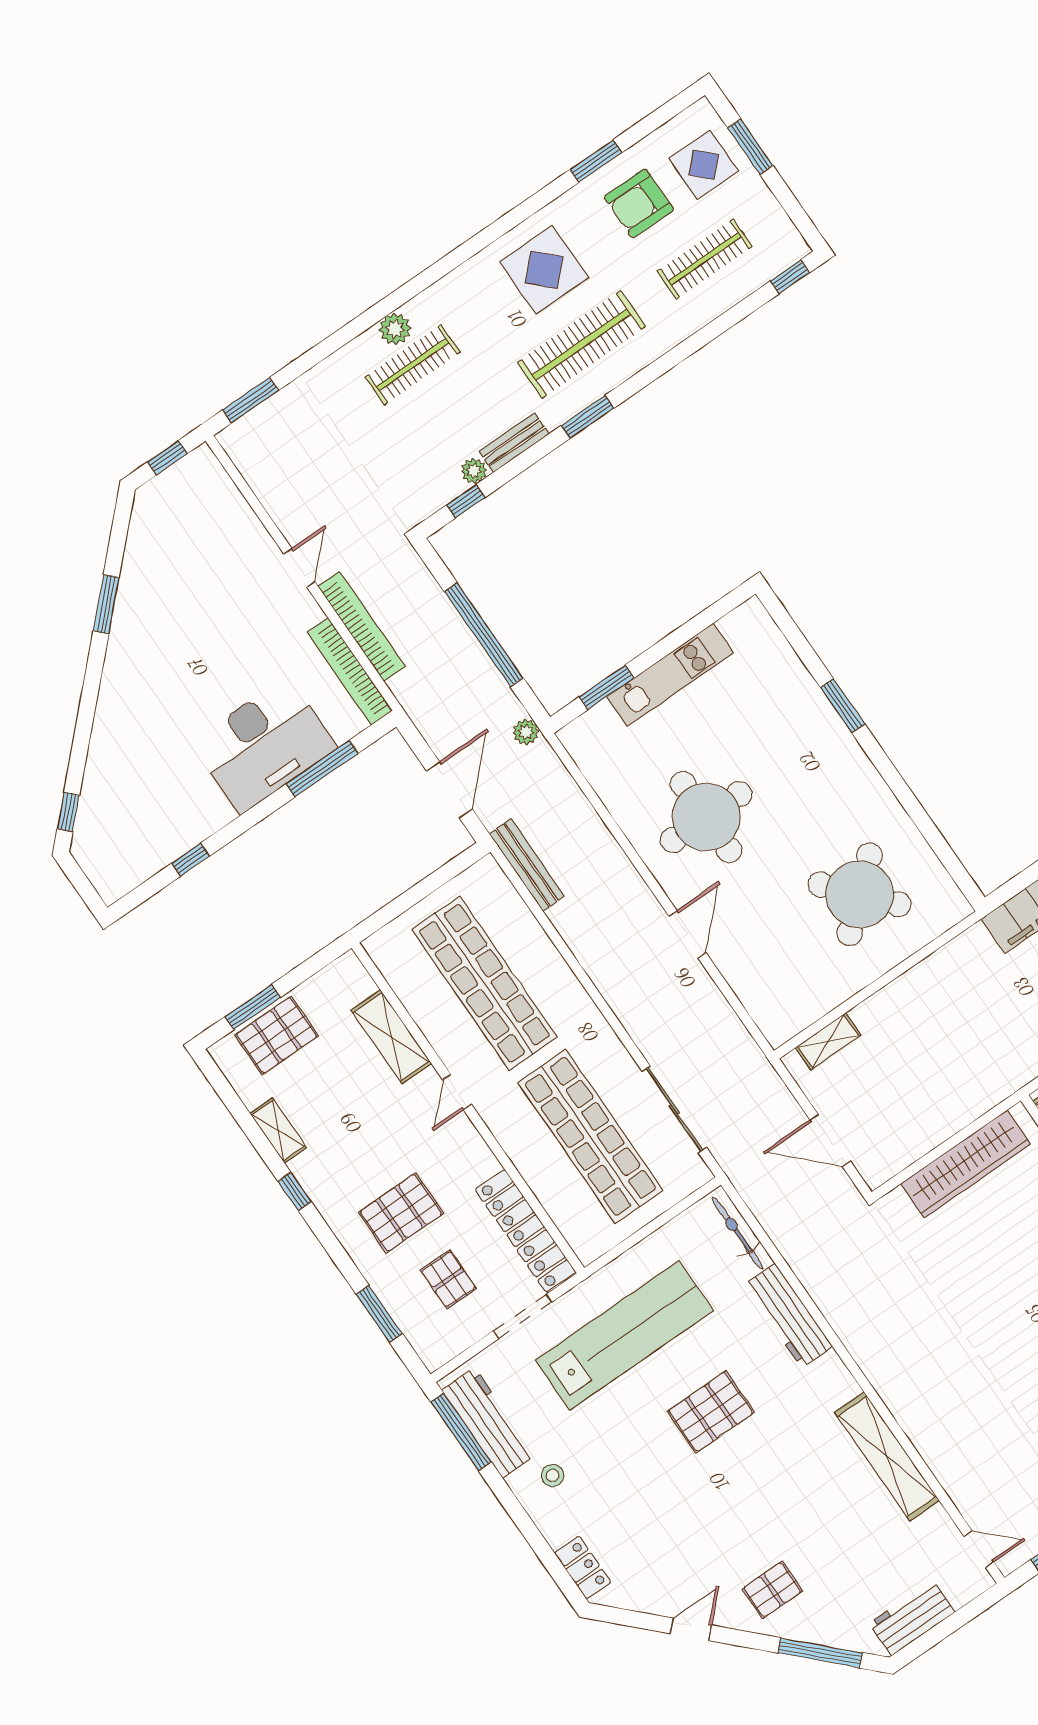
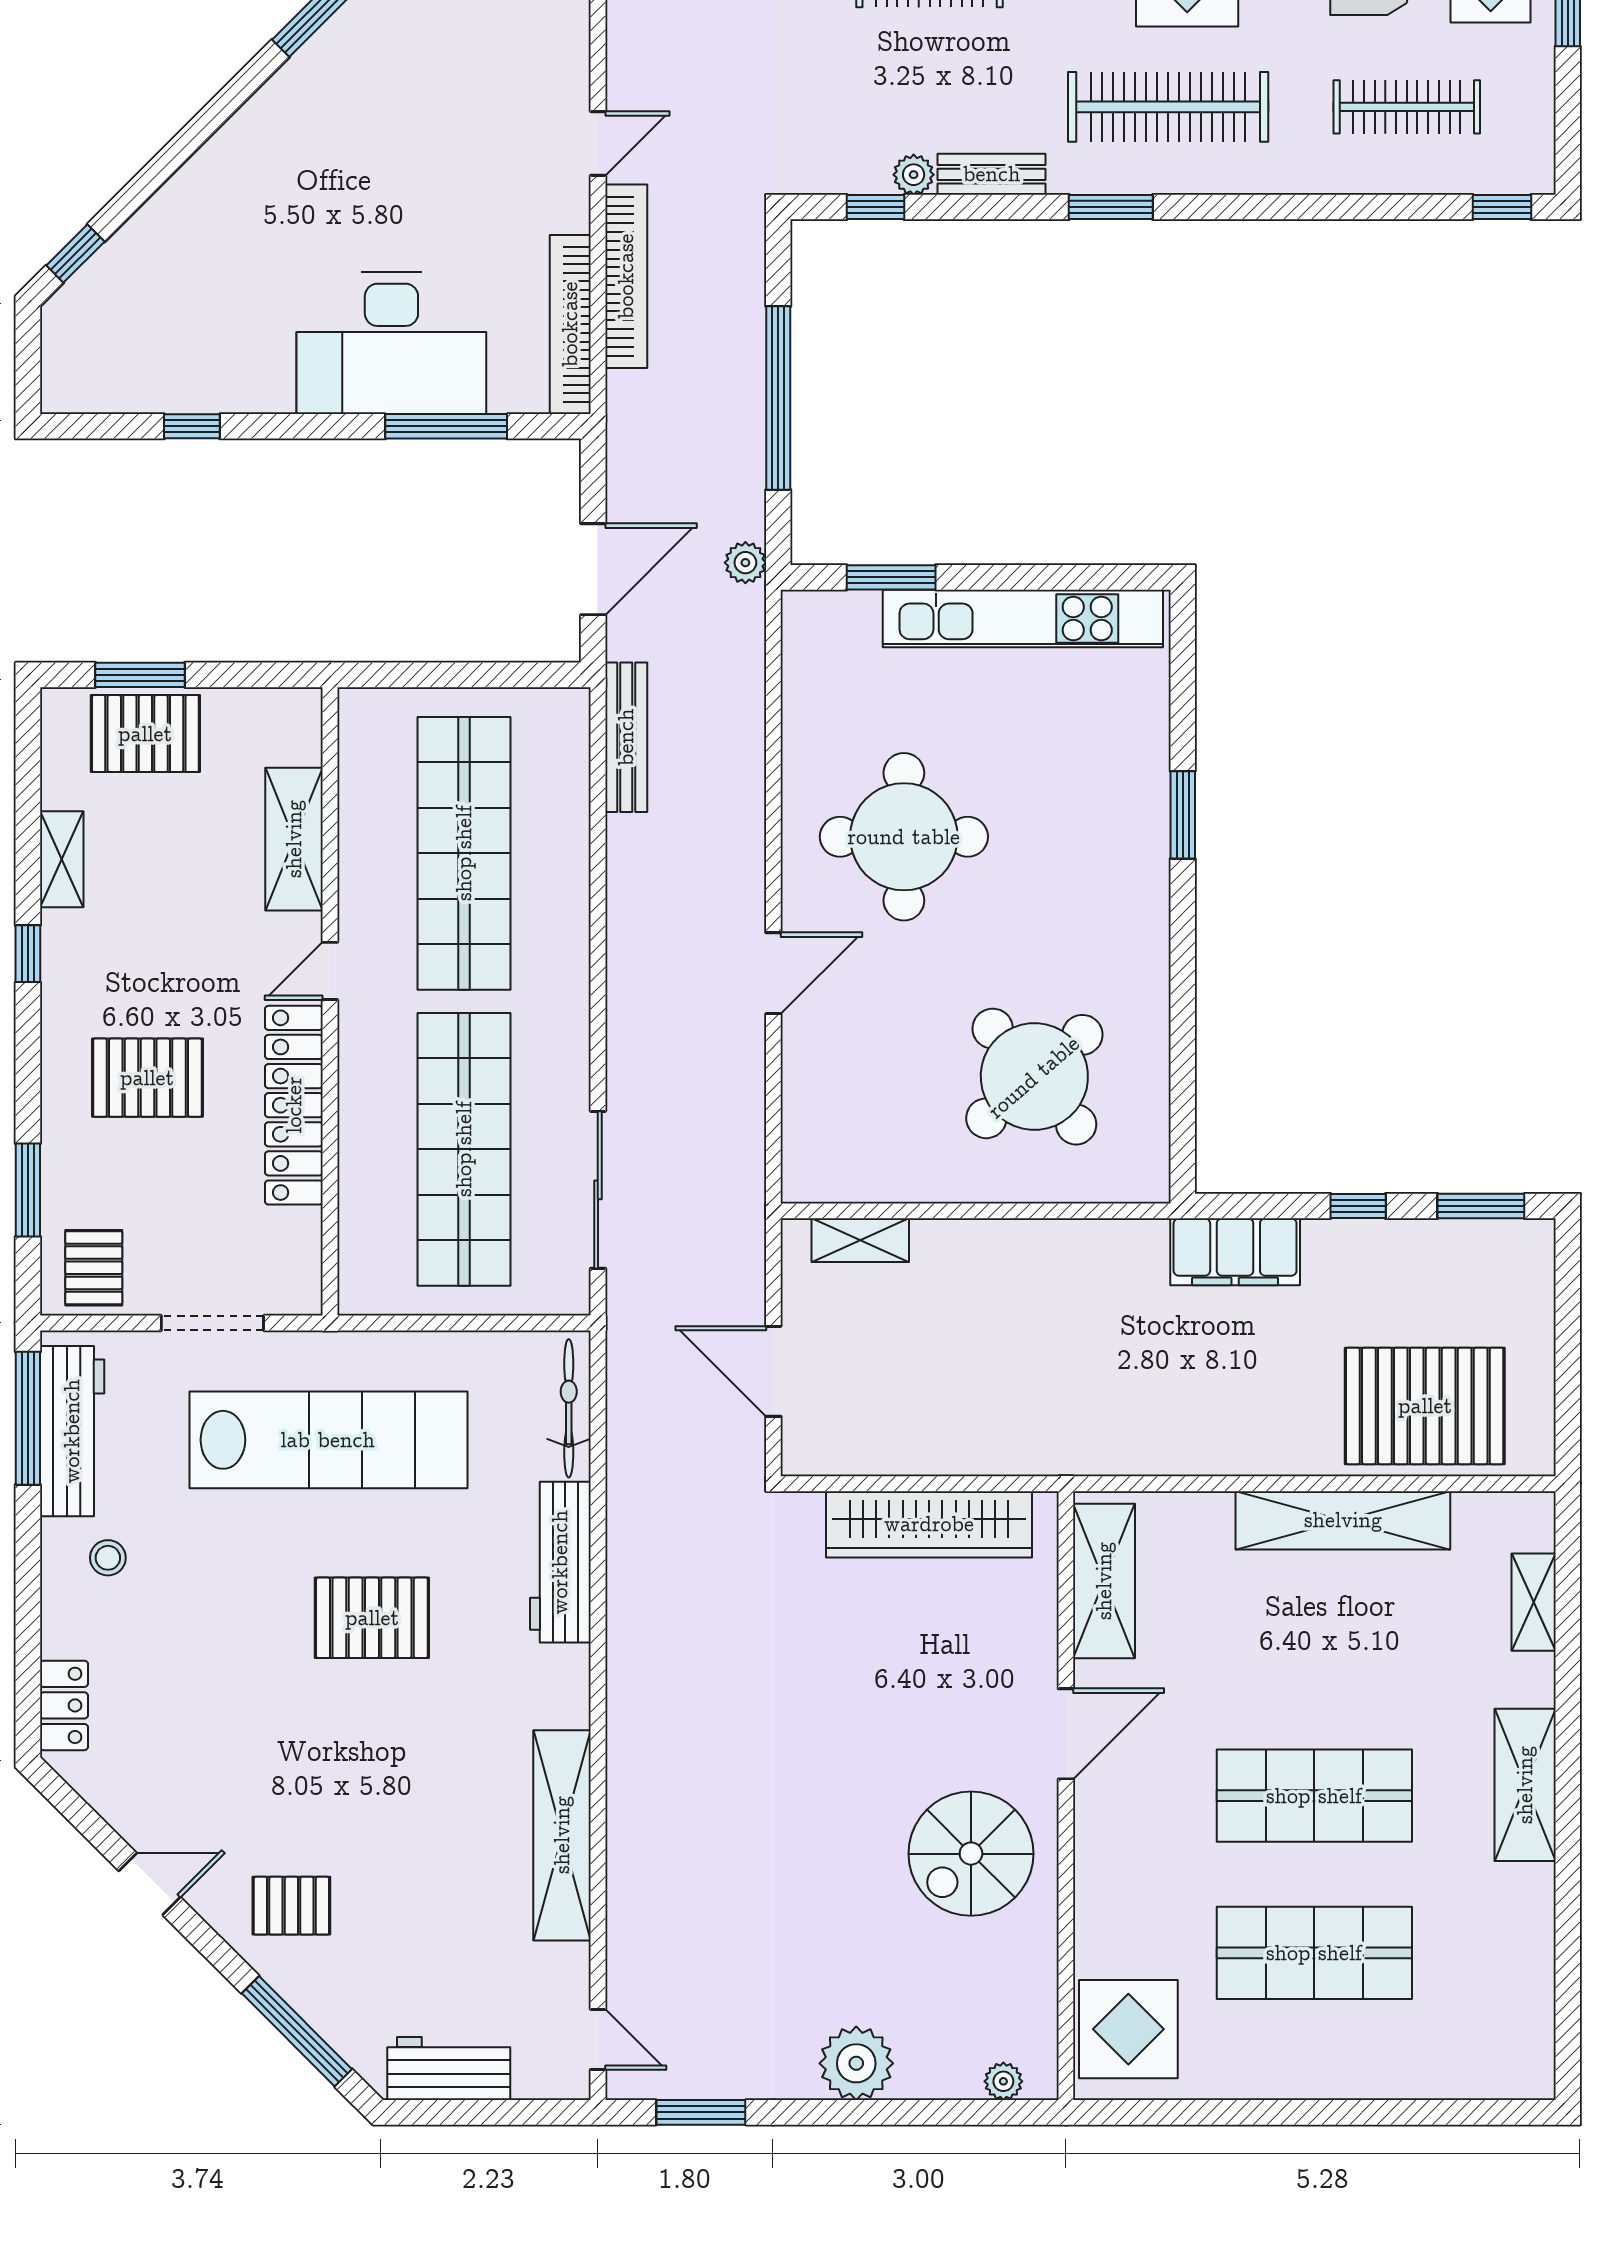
kitchen unit: (670, 675) -> (1023, 619), width x1.36
locker: (526, 1231) -> (294, 1105), moved
pallet: (448, 1279) -> (94, 1268), moved

